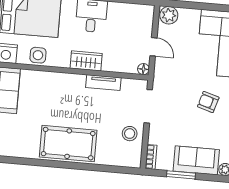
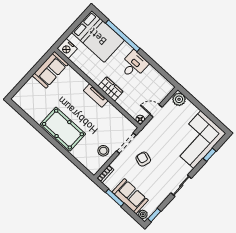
door: (153, 47) -> (156, 111), swing flipped
side table: (38, 55) -> (85, 64), removed
tv unit: (103, 83) -> (96, 95), moved
armchair: (208, 102) -> (143, 159), moved

